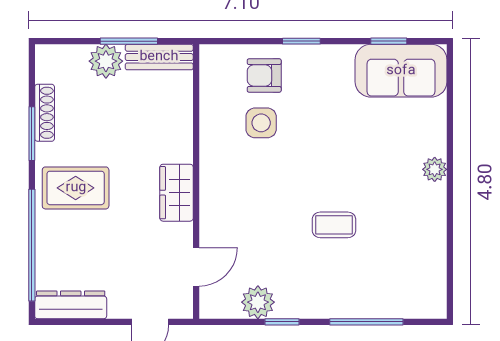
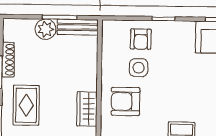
armchair: (264, 76) -> (141, 39), turned -90
armchair: (240, 179) -> (126, 101), added
rug: (76, 188) -> (26, 105), turned 90

